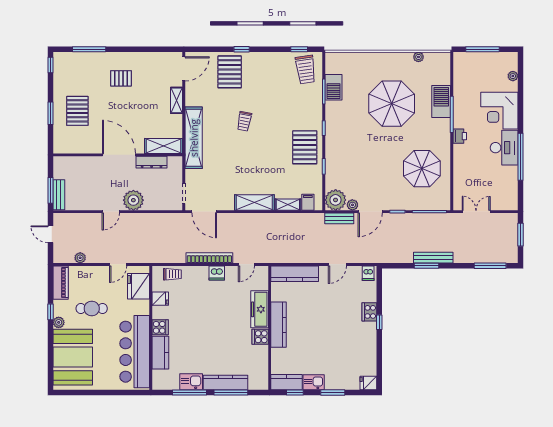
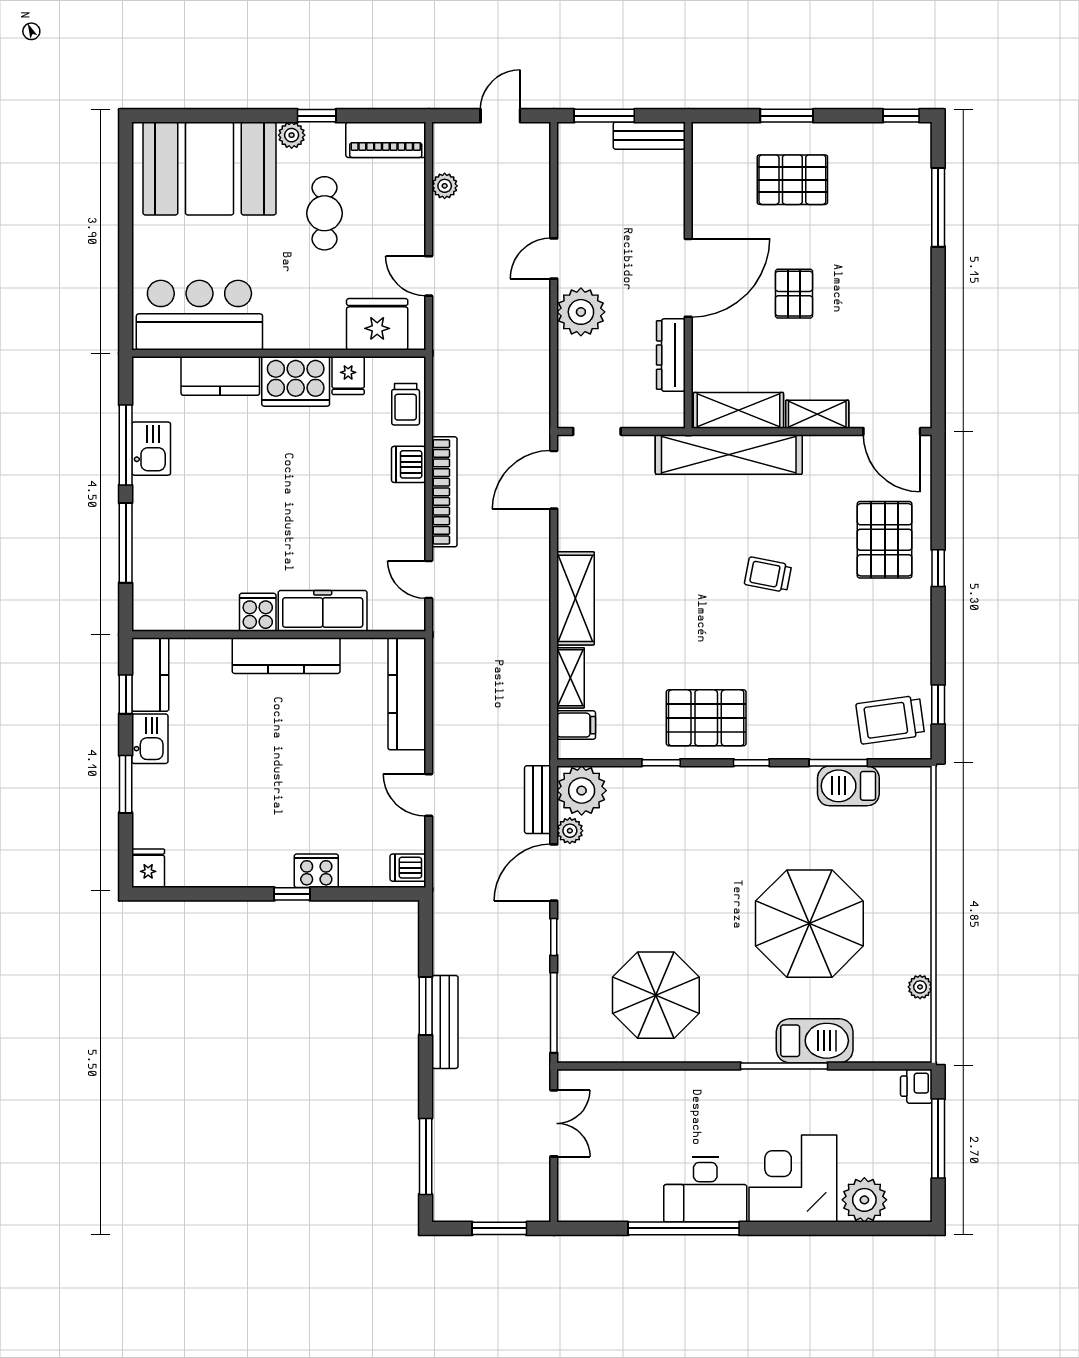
pallet: (230, 72) -> (885, 540), turned 90
plant: (513, 76) -> (864, 1200), width x1.88, depth x1.88
pallet: (121, 78) -> (794, 294), moved
printer: (460, 136) -> (916, 1086), moved, turned 90
shelving: (164, 146) -> (738, 410), moved, turned 90
bench: (59, 195) -> (649, 136), moved
door: (111, 212) -> (554, 258), hinge flipped
door: (370, 212) -> (554, 873), hinge flipped
dishwasher: (217, 273) -> (409, 464), moved
cooker: (160, 327) -> (296, 381), width x1.87, depth x1.31
bar counter: (135, 352) -> (199, 315), width x0.73
kitchen counter: (226, 383) -> (149, 530), removed

